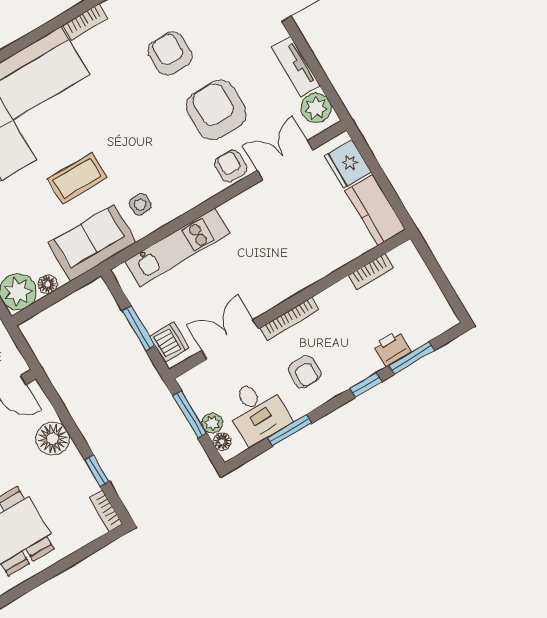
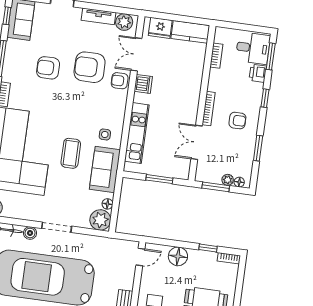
dishwasher: (169, 342) -> (143, 84), moved, turned 90
window: (411, 358) -> (271, 56), moved
desk: (257, 411) -> (253, 48), moved

